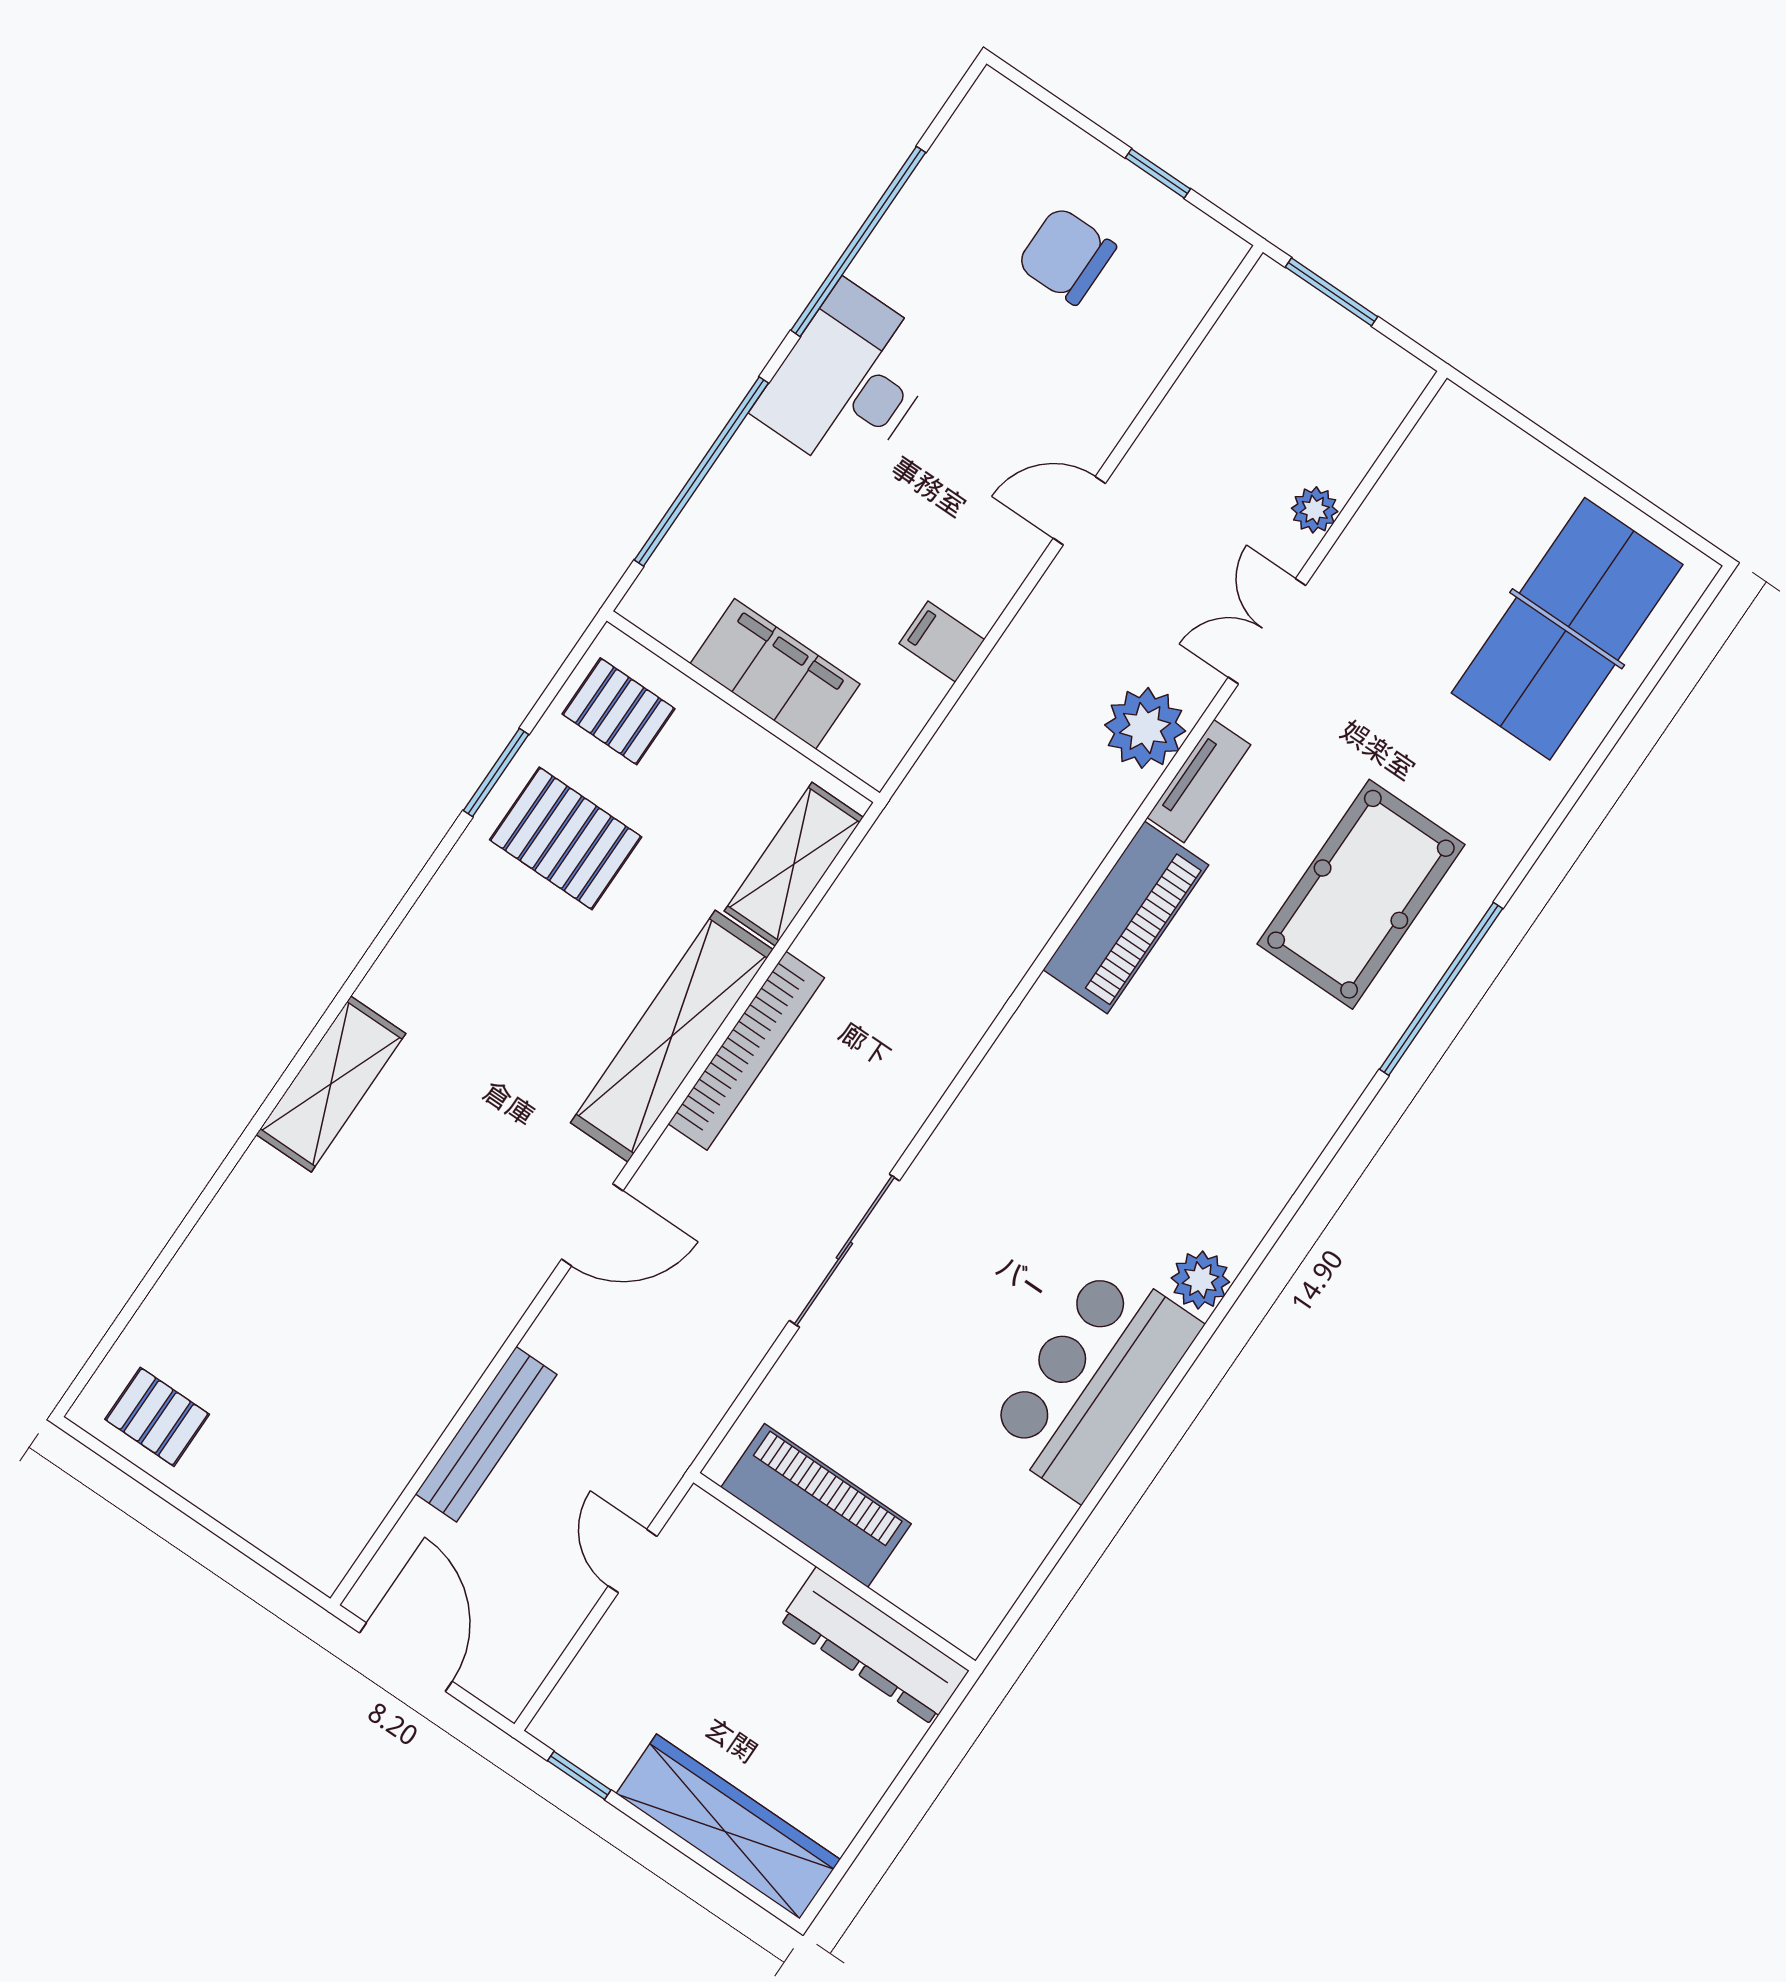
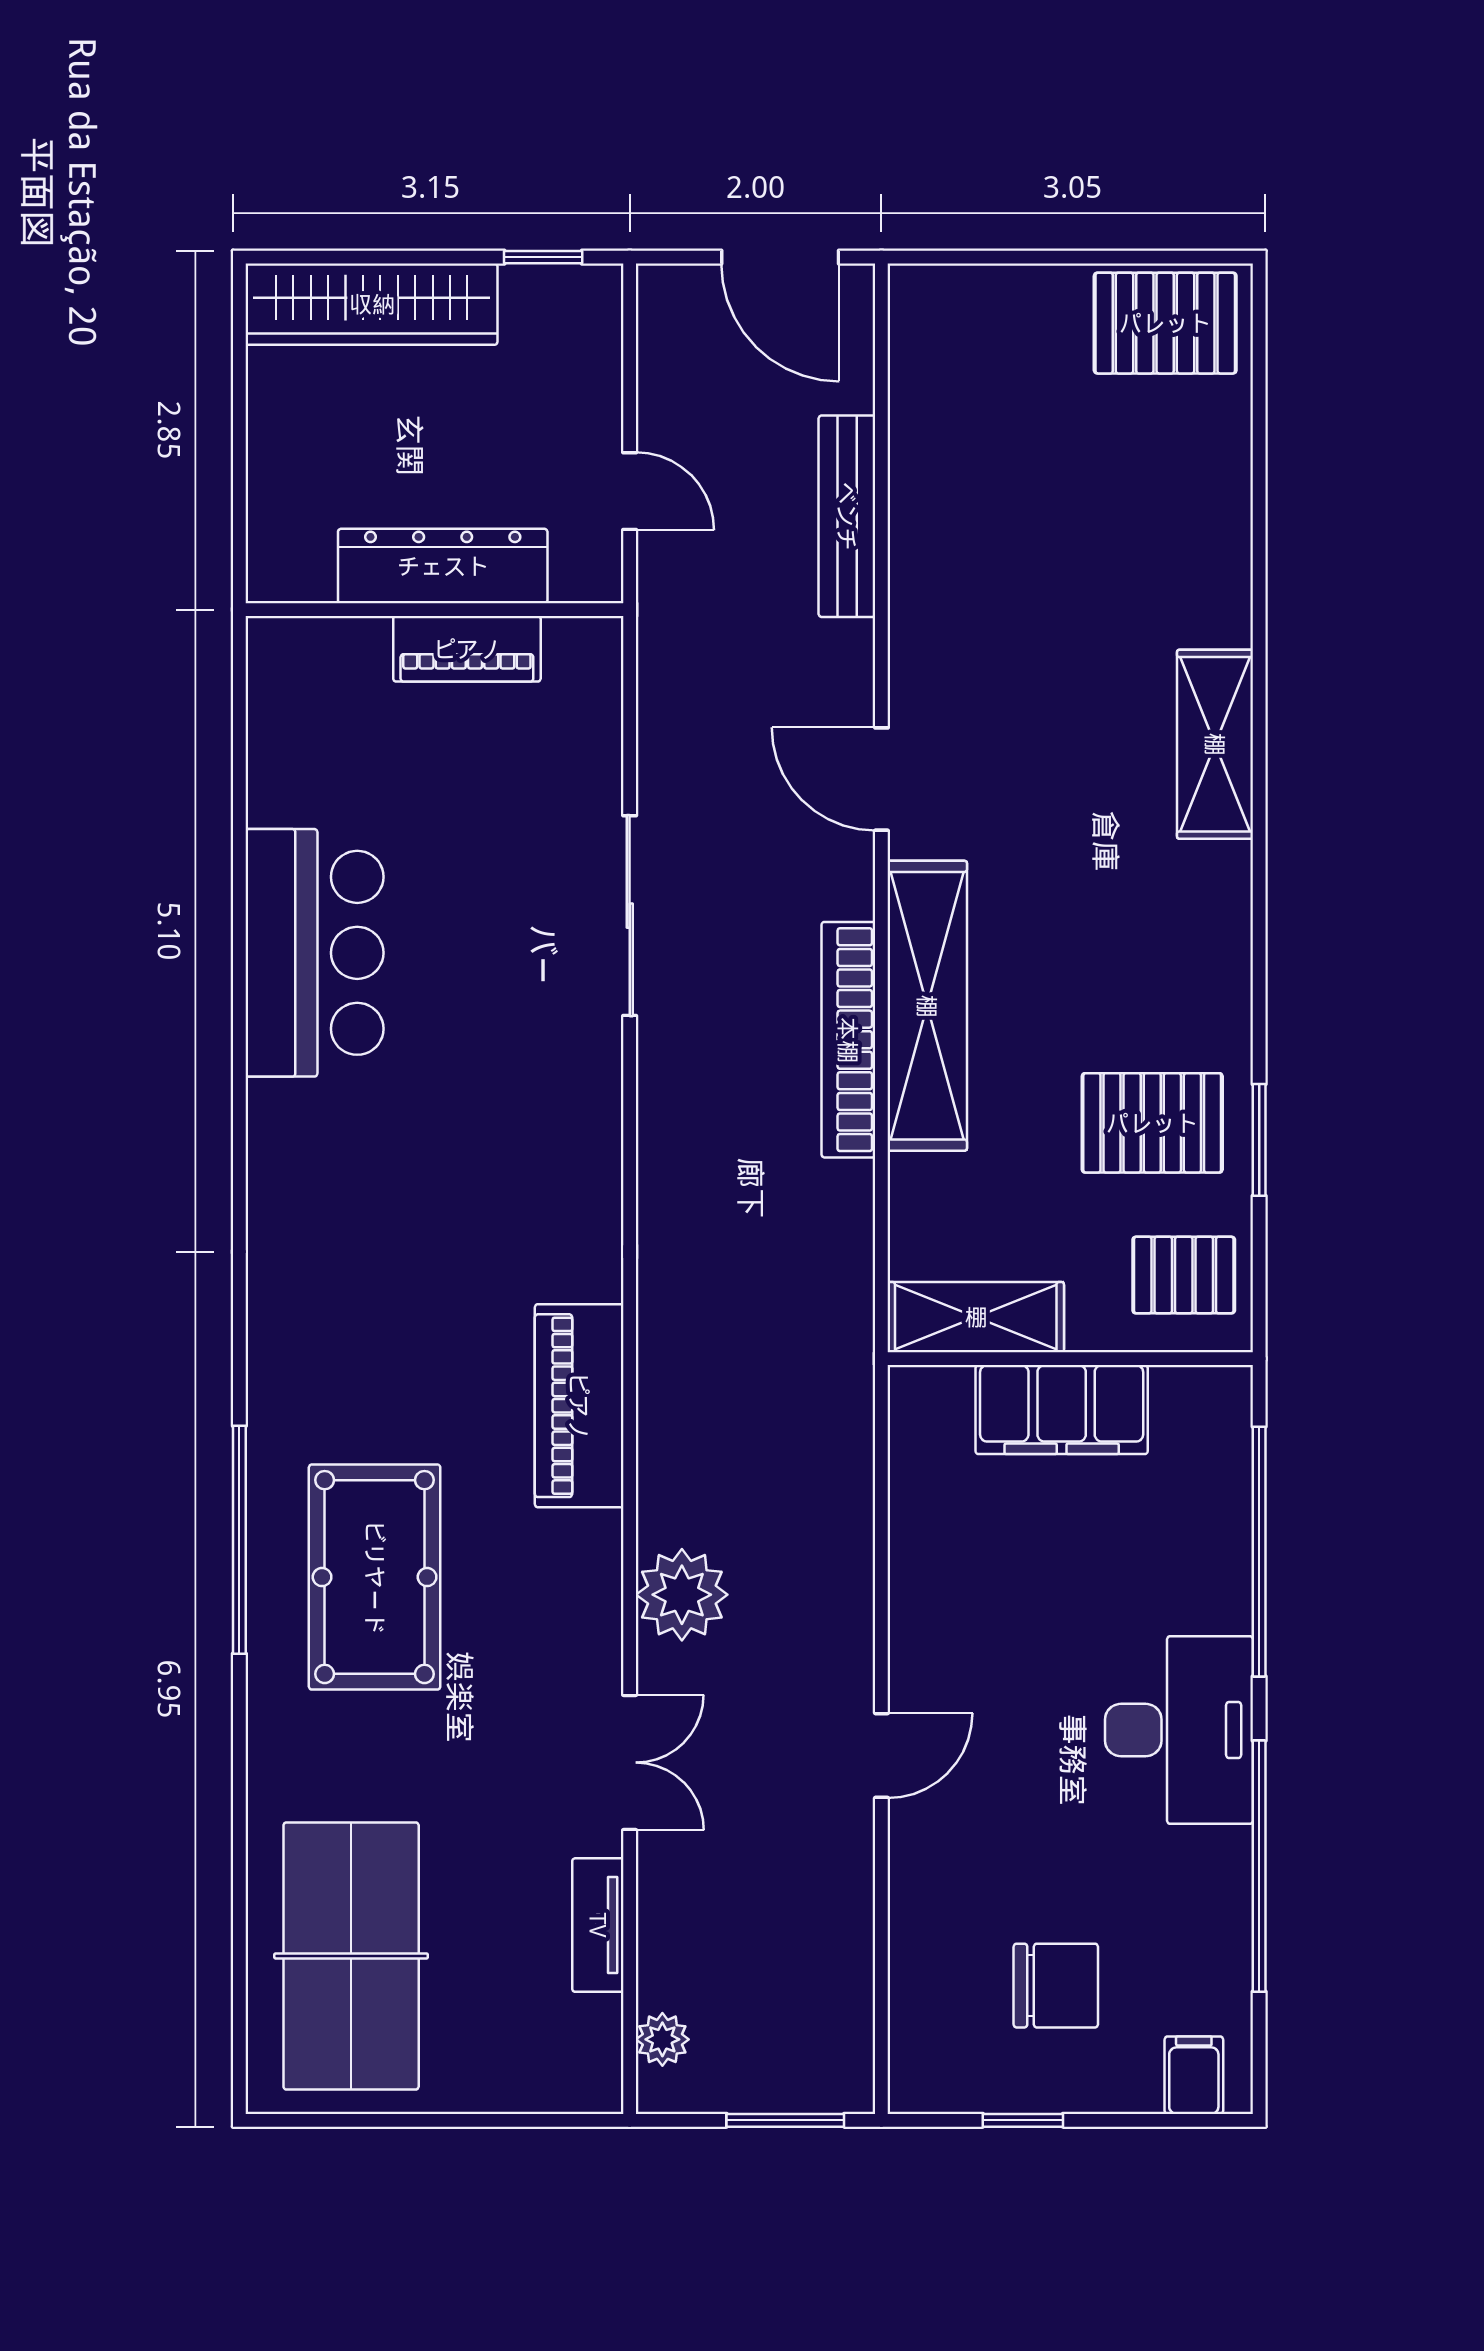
plant: (1315, 510) -> (662, 2039), moved
filing cabinet: (942, 642) -> (1194, 2075), moved, turned -90
tv unit: (1199, 781) -> (598, 1925), moved
shelving: (794, 864) -> (976, 1317), moved, turned 90
door: (592, 1225) -> (881, 779), hinge flipped
plant: (1200, 1280) -> (279, 1115), removed
pallet: (157, 1417) -> (1165, 323), width x1.50, depth x1.42
piano: (816, 1506) -> (467, 649), width x0.73, depth x0.75
dresser: (874, 1646) -> (443, 566), moved

